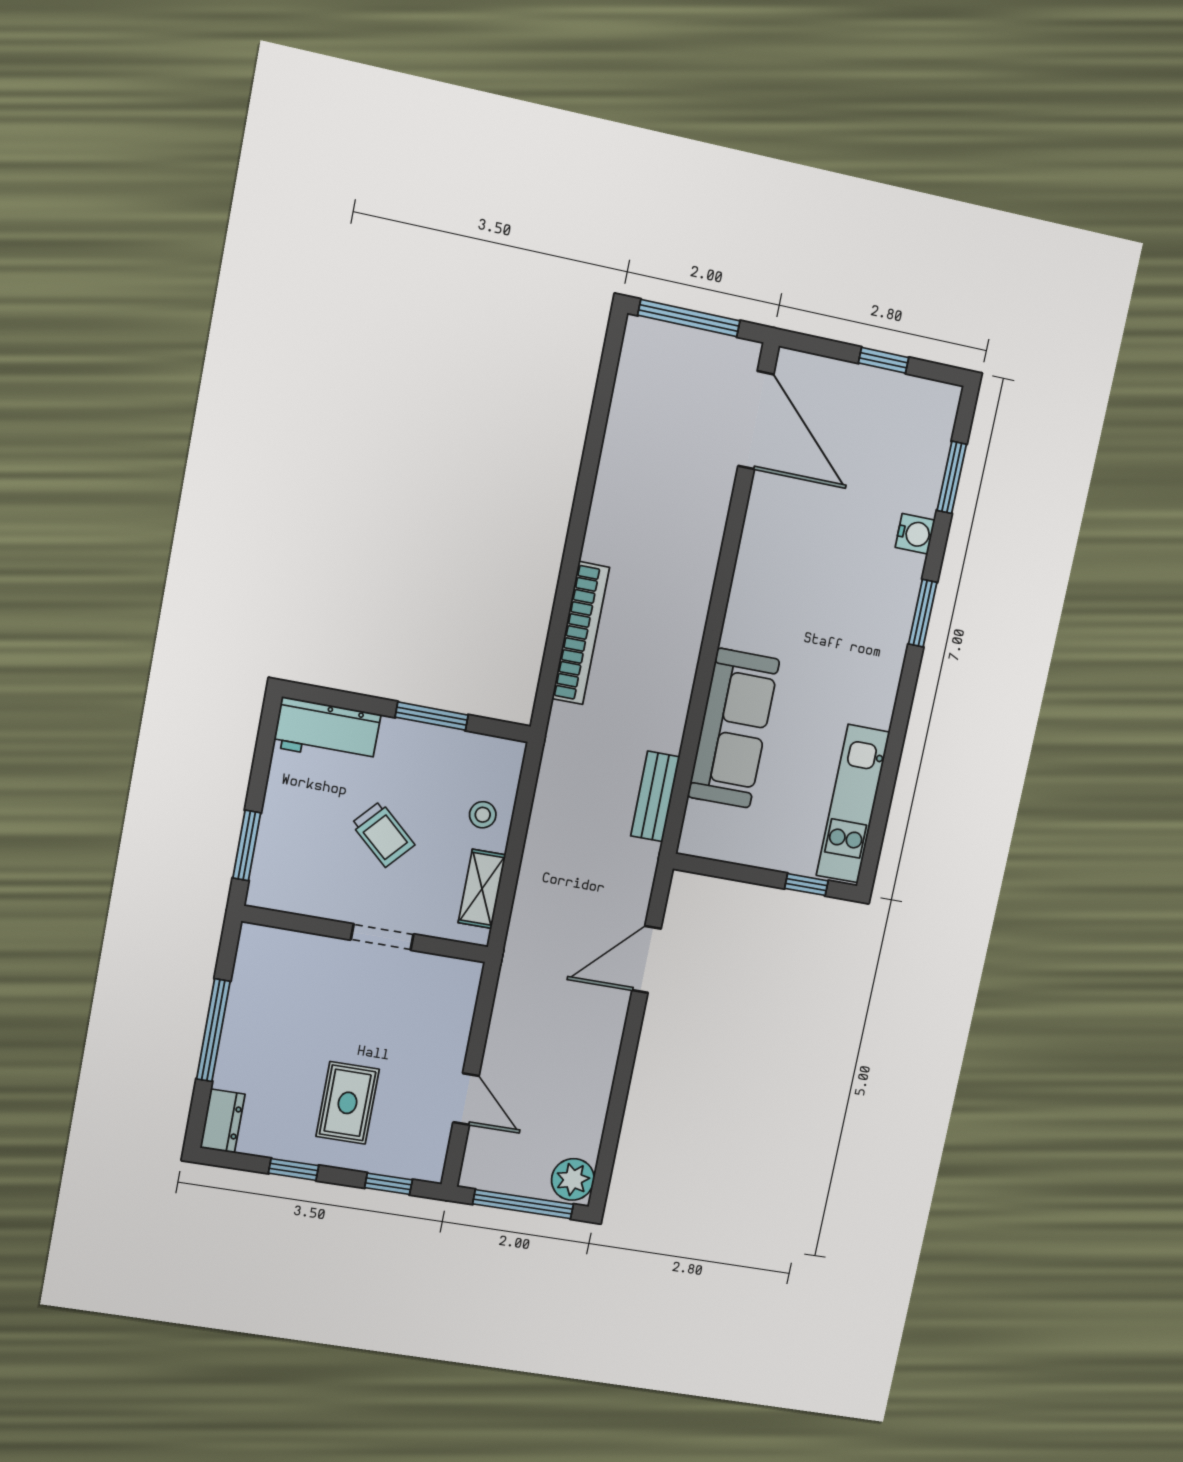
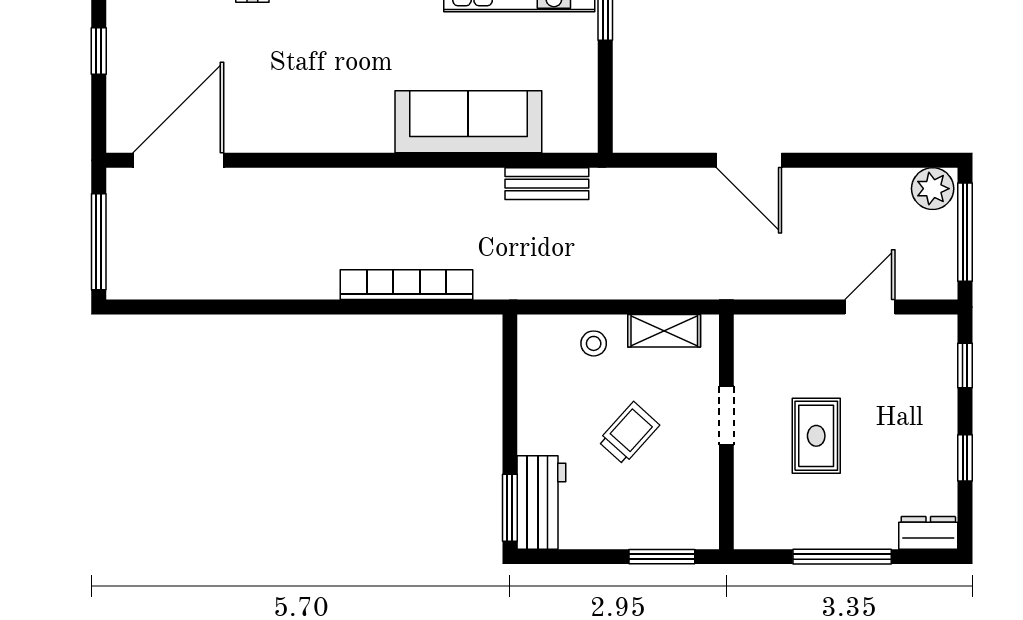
window: (432, 716) -> (510, 508), moved
door: (646, 959) -> (749, 160), moved
rug: (348, 1103) -> (816, 436), moved, turned 90

